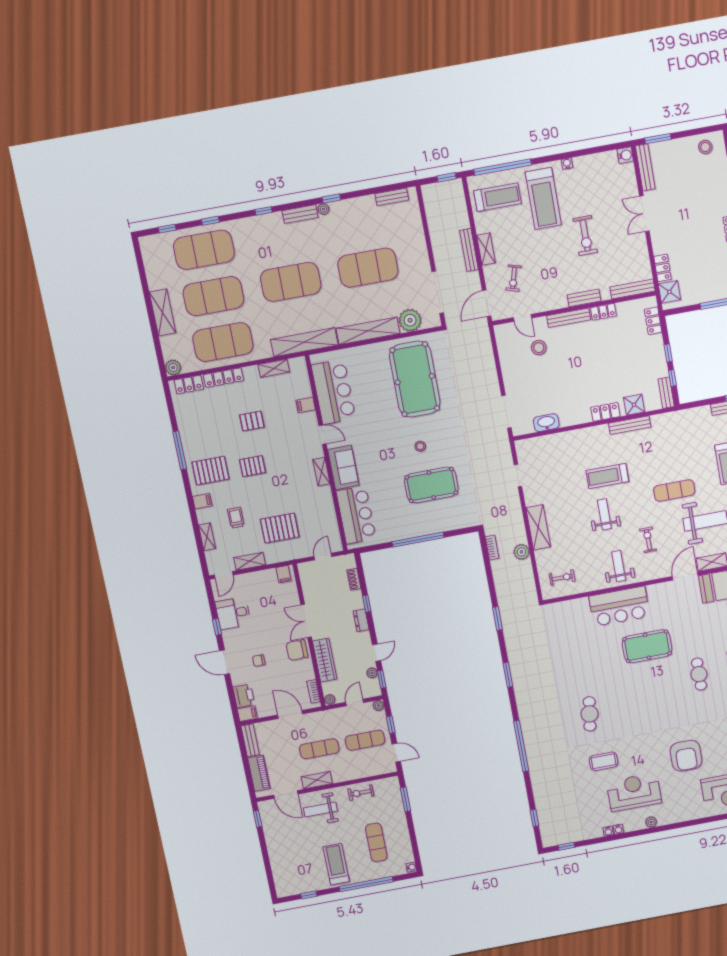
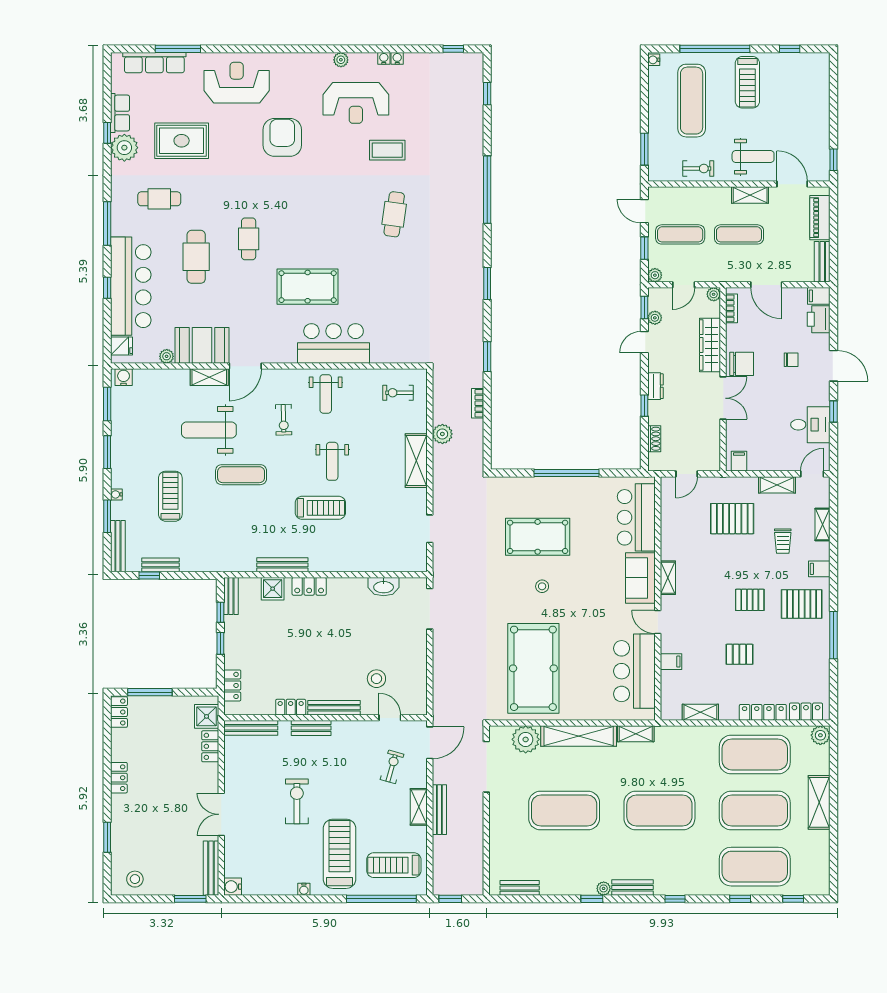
double door: (644, 214) -> (221, 814), swing flipped
shelving: (304, 342) -> (636, 734), width x0.45, depth x0.75
bookcase: (492, 548) -> (478, 403), moved
exercise mat: (376, 842) -> (692, 101), width x1.36, depth x1.45

